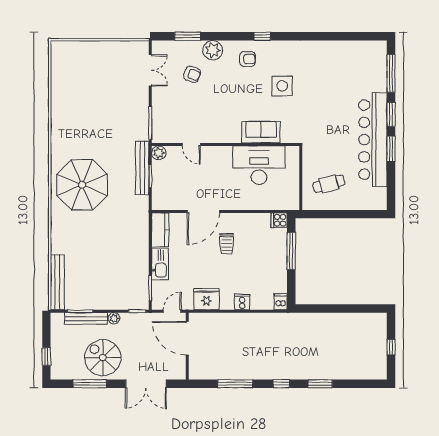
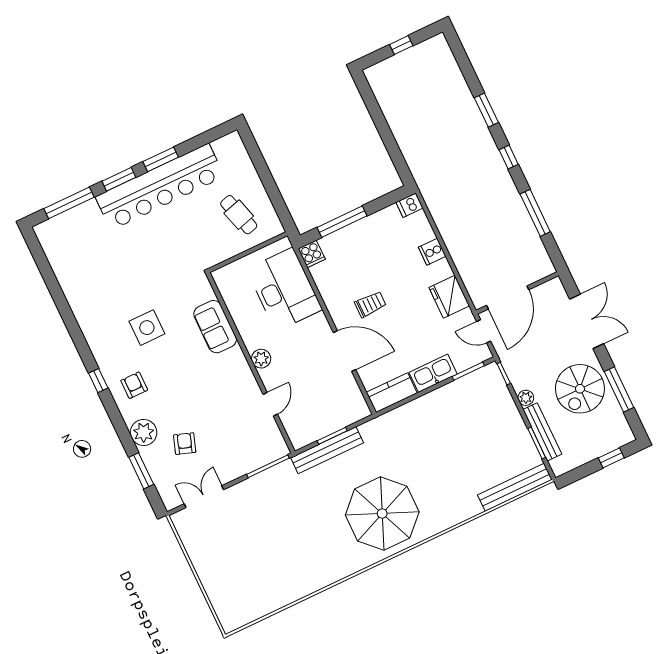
plant: (159, 153) -> (261, 359), moved
desk: (259, 165) -> (284, 289), moved, turned 180

